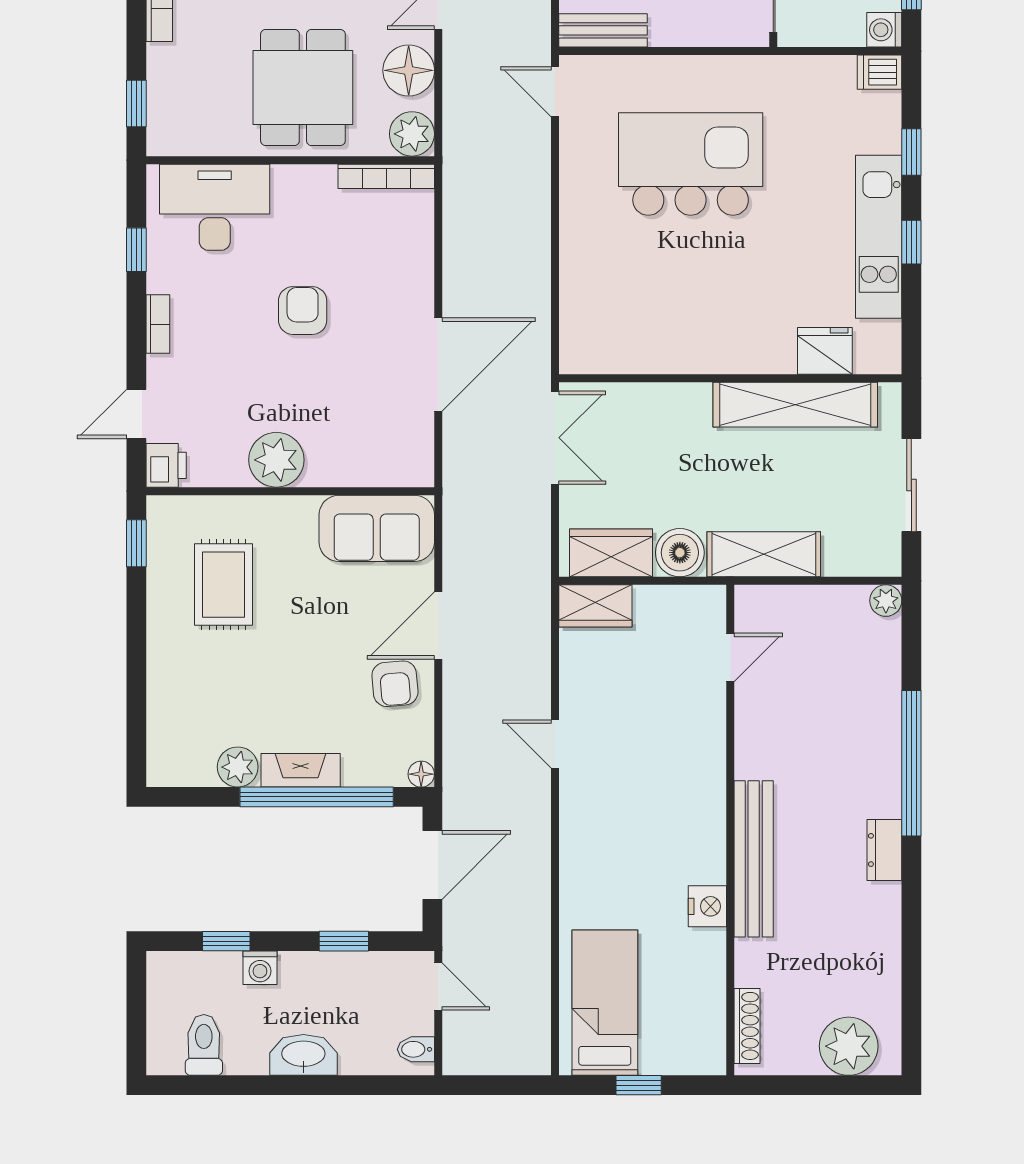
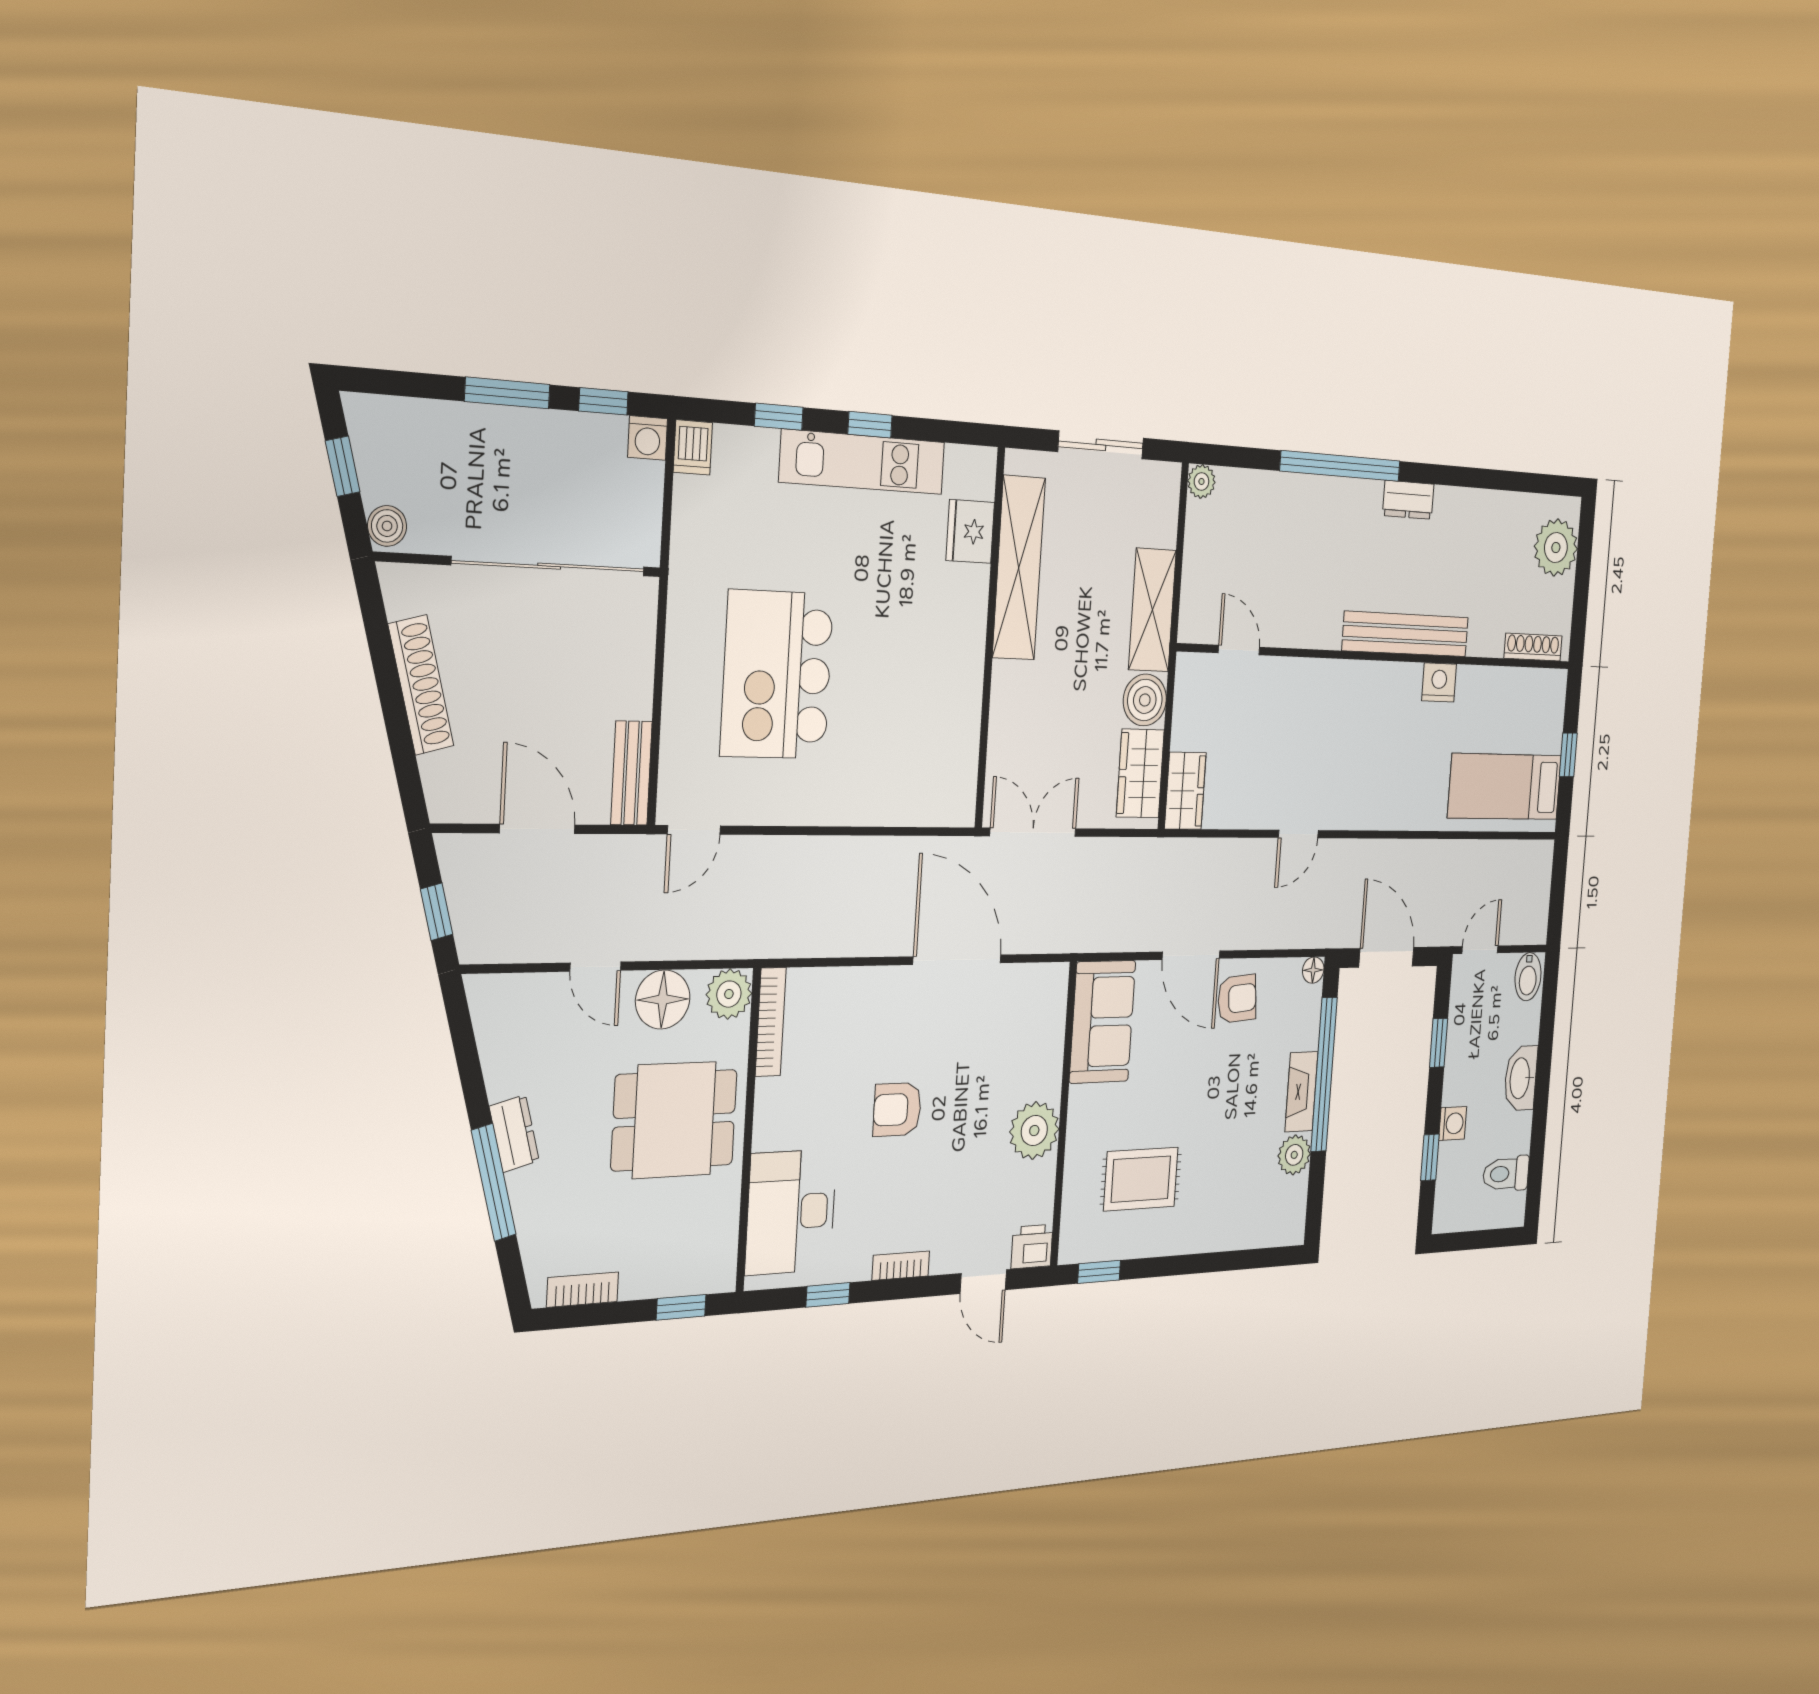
bidet: (416, 1049) -> (1528, 977), width x1.38, depth x1.36

